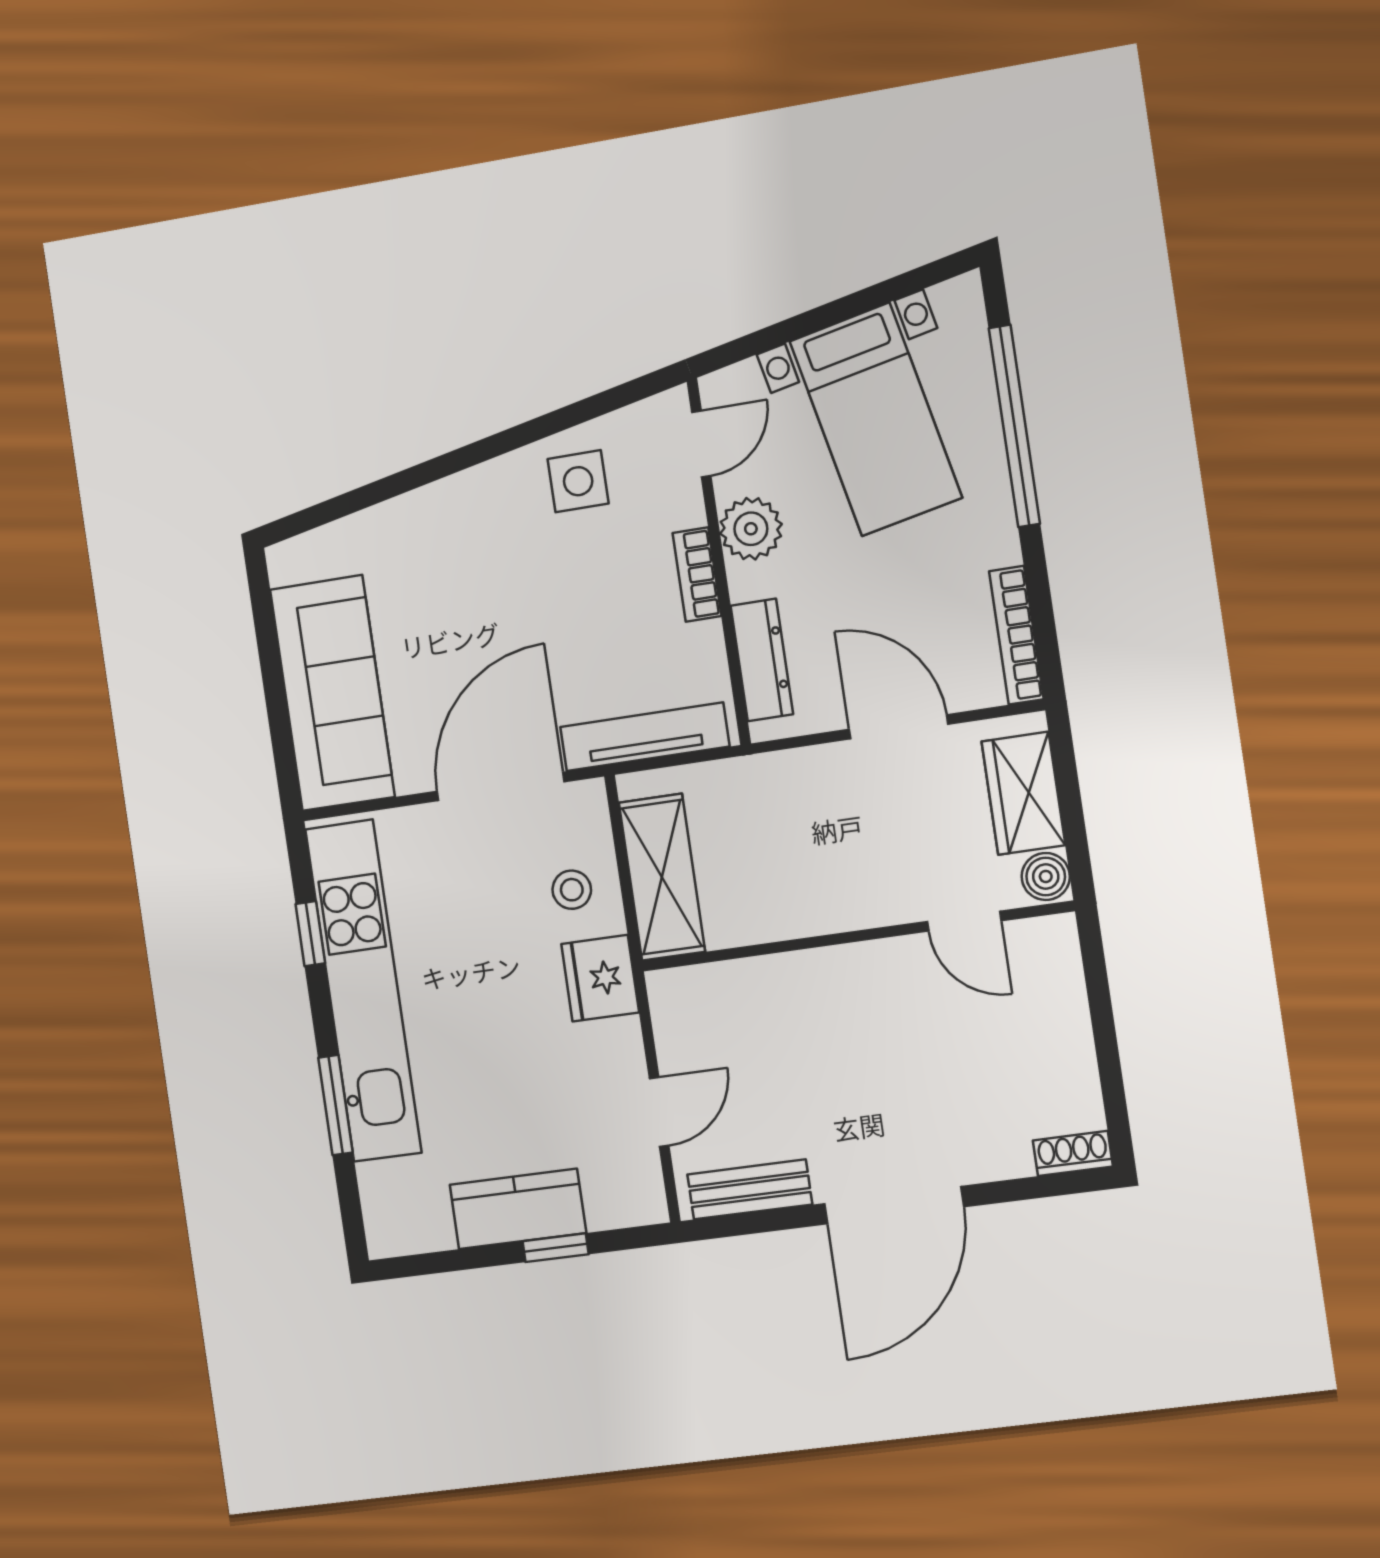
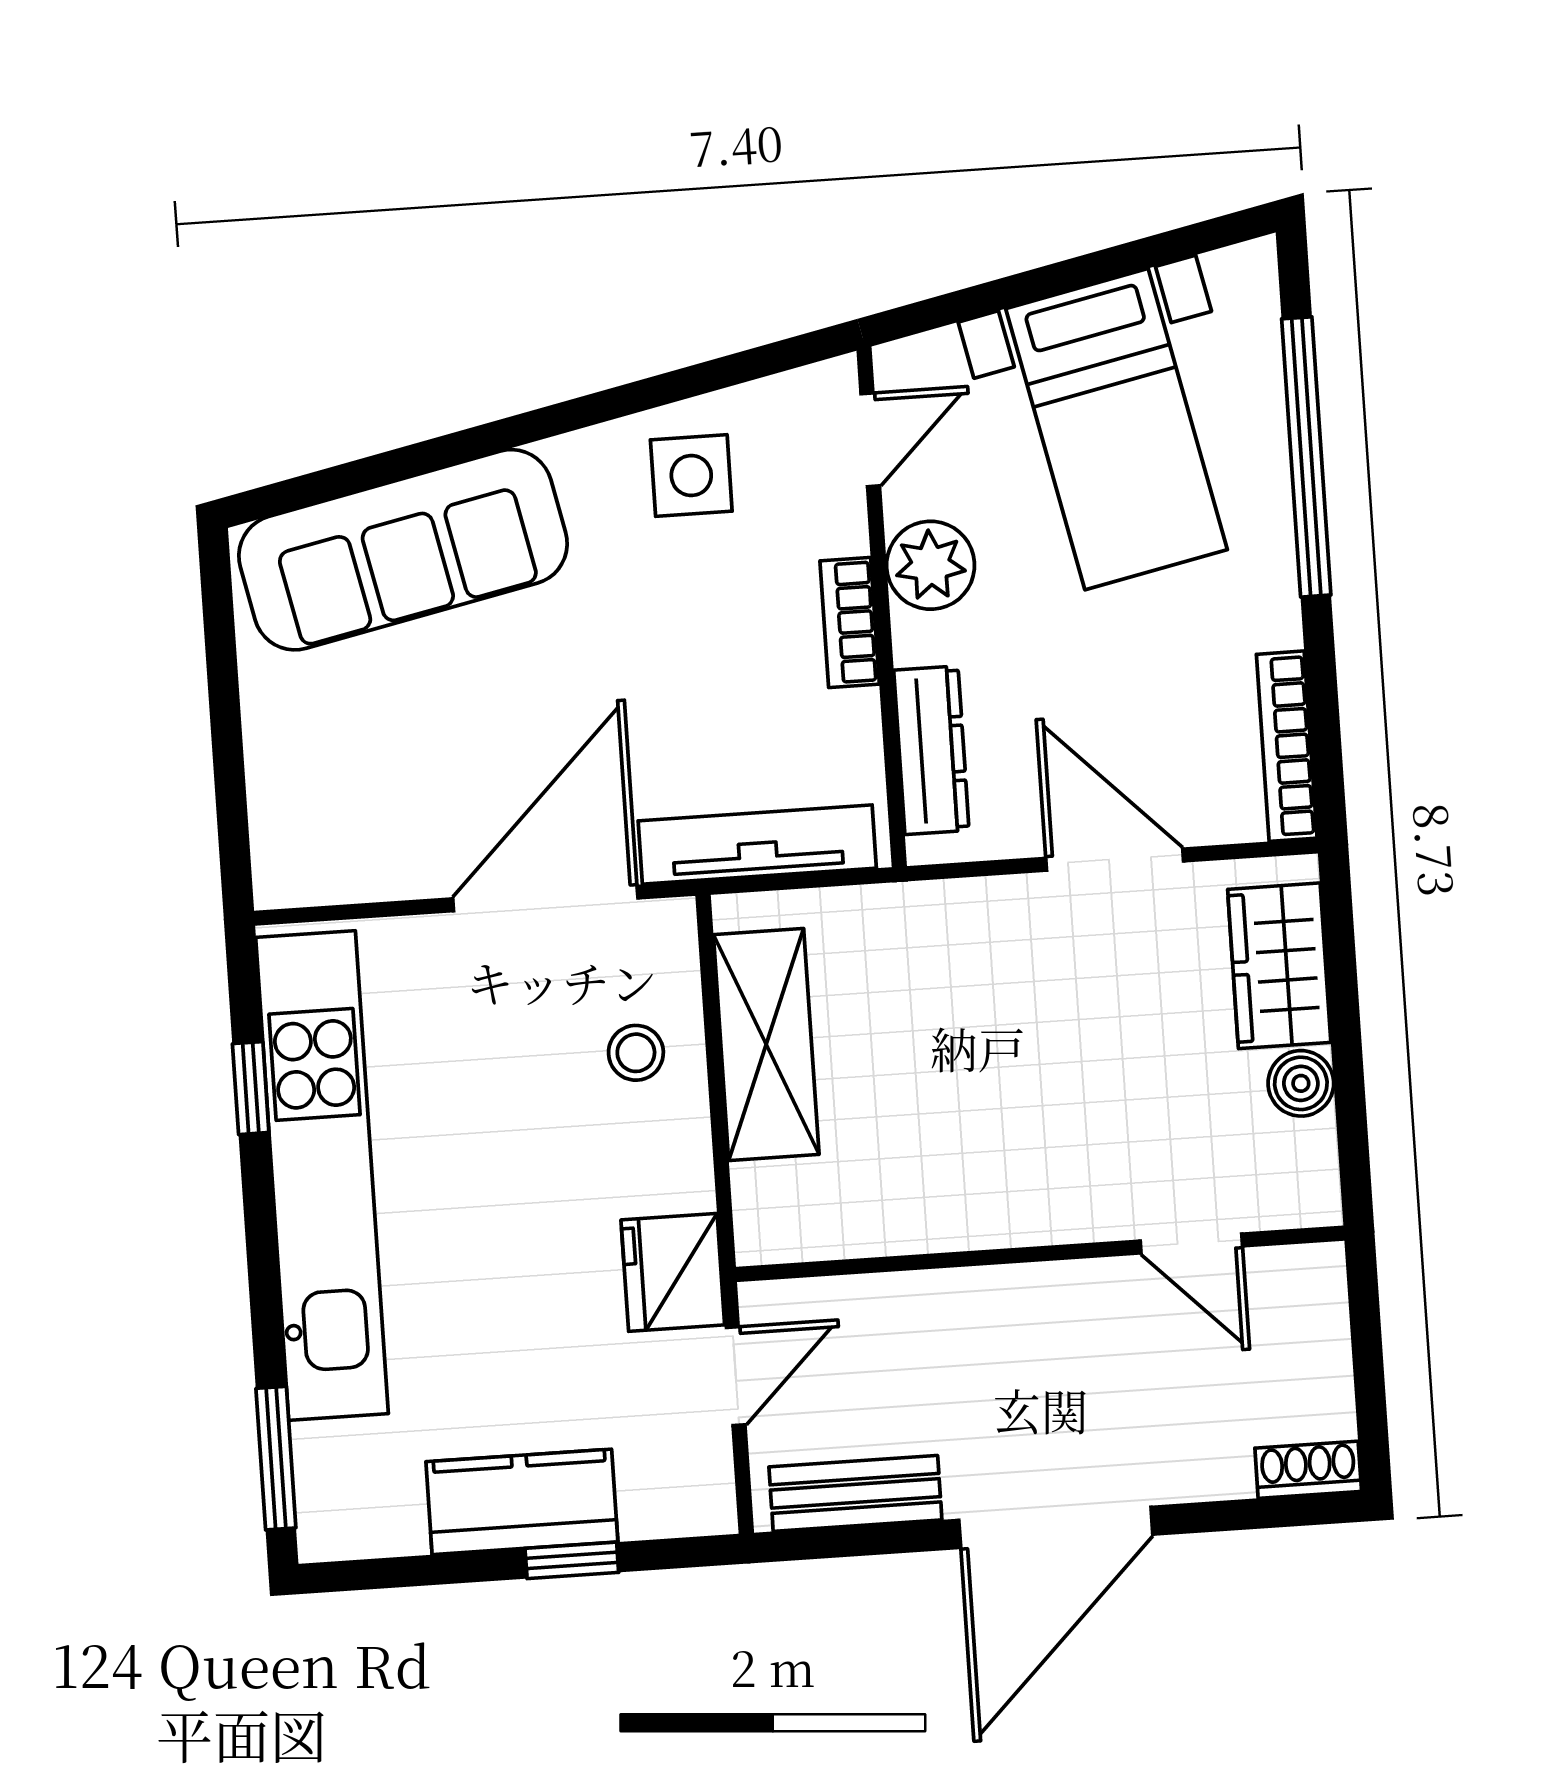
sofa: (332, 693) -> (403, 550), moved, turned 78
door: (964, 921) -> (1191, 1243), moved
wall: (856, 936) -> (1040, 1254), moved
fridge: (600, 978) -> (673, 1272), moved
window: (336, 1105) -> (276, 1458), moved

